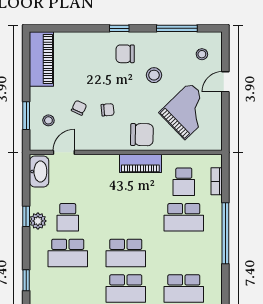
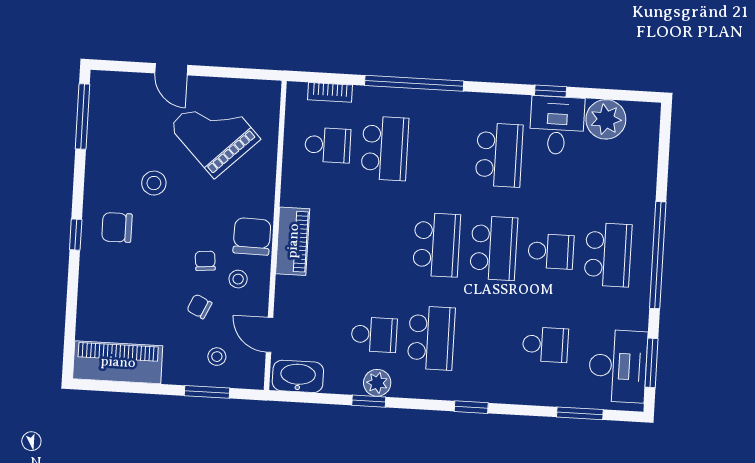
window: (177, 28) -> (82, 117), moved
chair: (125, 54) -> (117, 227), turned 90
stool: (202, 54) -> (238, 279), moved
chair: (142, 135) -> (252, 236), moved
piano: (140, 163) -> (293, 241), moved

